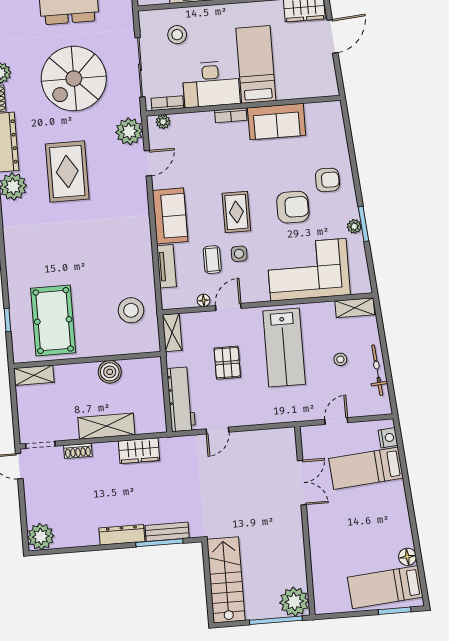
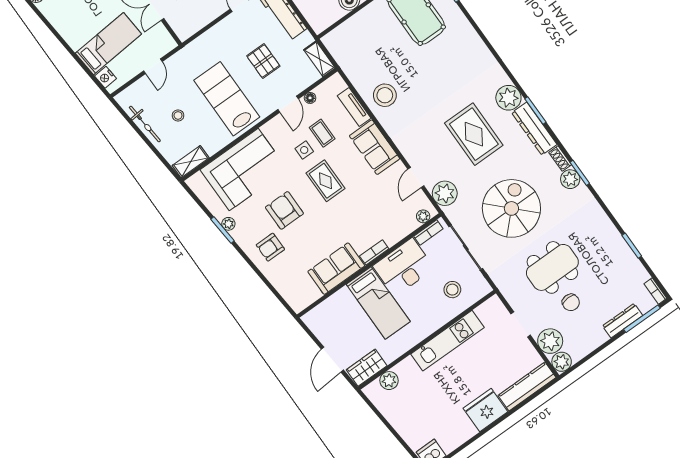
armchair: (293, 207) -> (284, 210), turned 90
stool: (131, 310) -> (385, 95), moved

